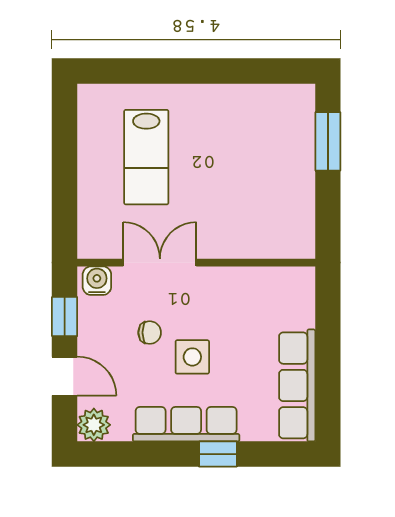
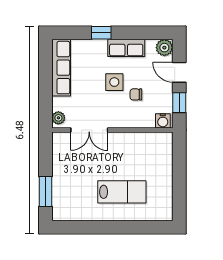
lab bench: (146, 157) -> (122, 192), moved, turned 90
double door: (160, 263) -> (89, 130), moved
plant: (302, 286) -> (58, 118), added
row of seats: (186, 424) -> (126, 48), width x0.68

